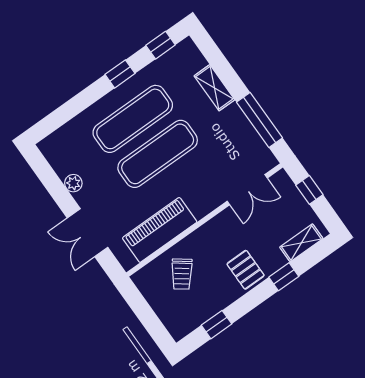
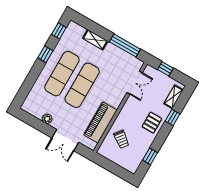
pallet: (246, 270) -> (152, 123), turned 90

